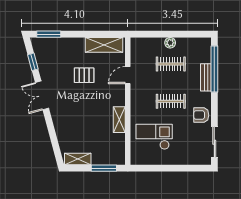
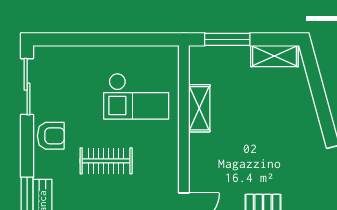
shelving: (119, 120) -> (199, 108), moved

